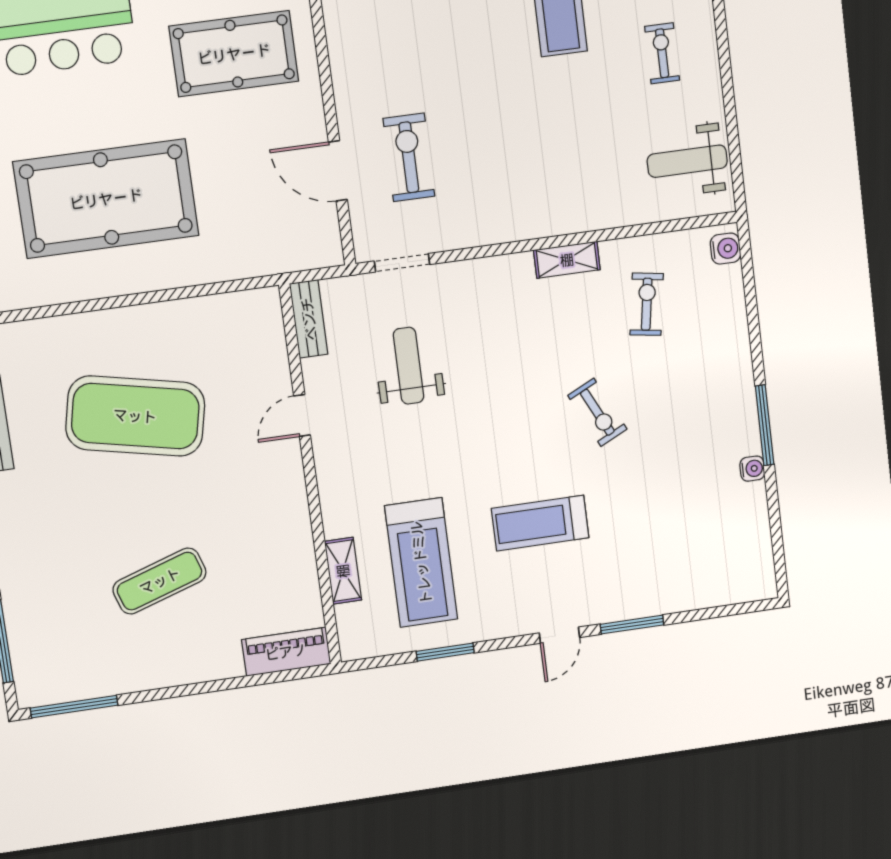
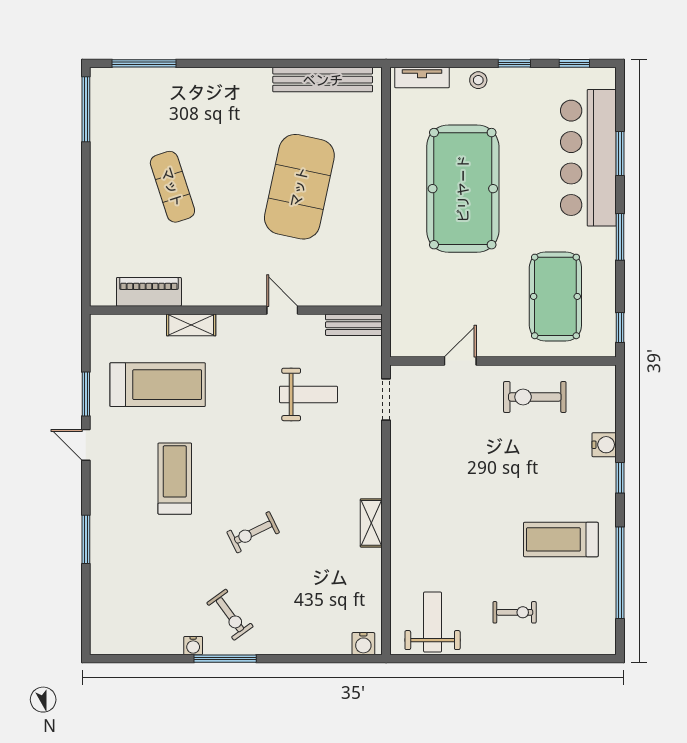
exercise bike: (409, 157) -> (535, 397), moved, turned 180
door: (338, 171) -> (460, 361), width x0.73
exercise bike: (647, 304) -> (230, 615), moved, turned 45
treadmill: (421, 563) -> (158, 385), turned 180
shelving: (343, 571) -> (191, 325), moved
door: (559, 635) -> (86, 445), moved
piano: (286, 652) -> (149, 292), moved, turned -90

